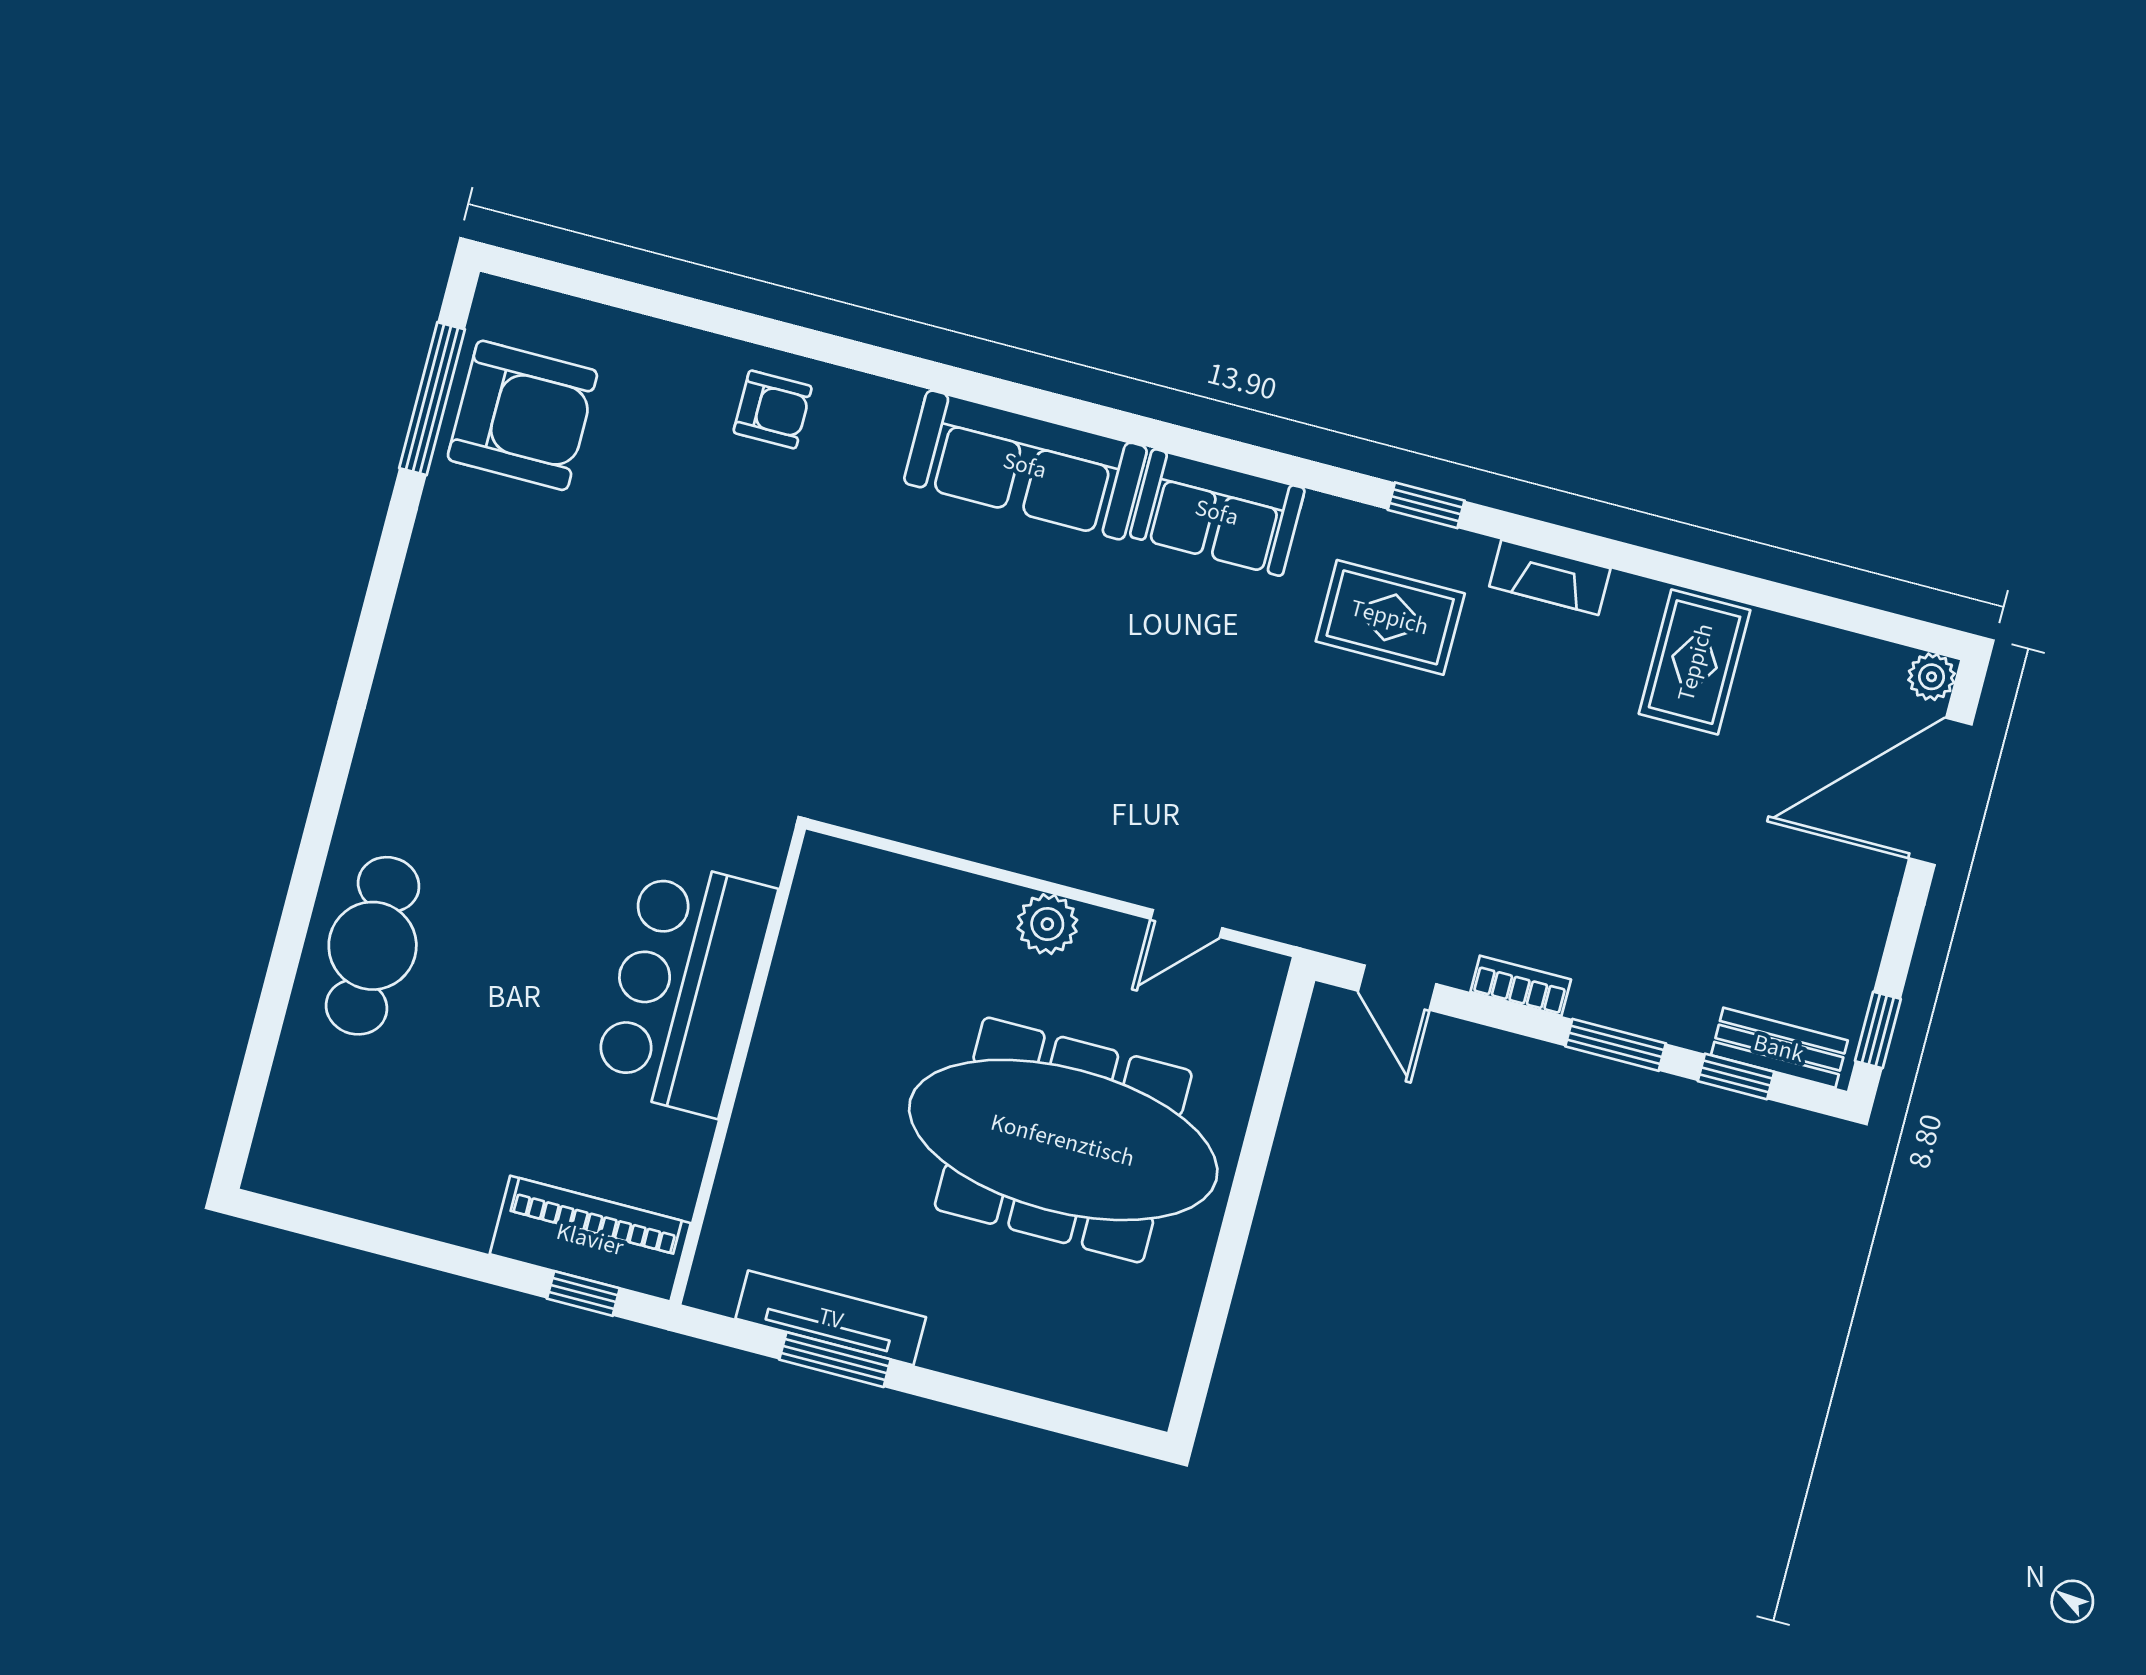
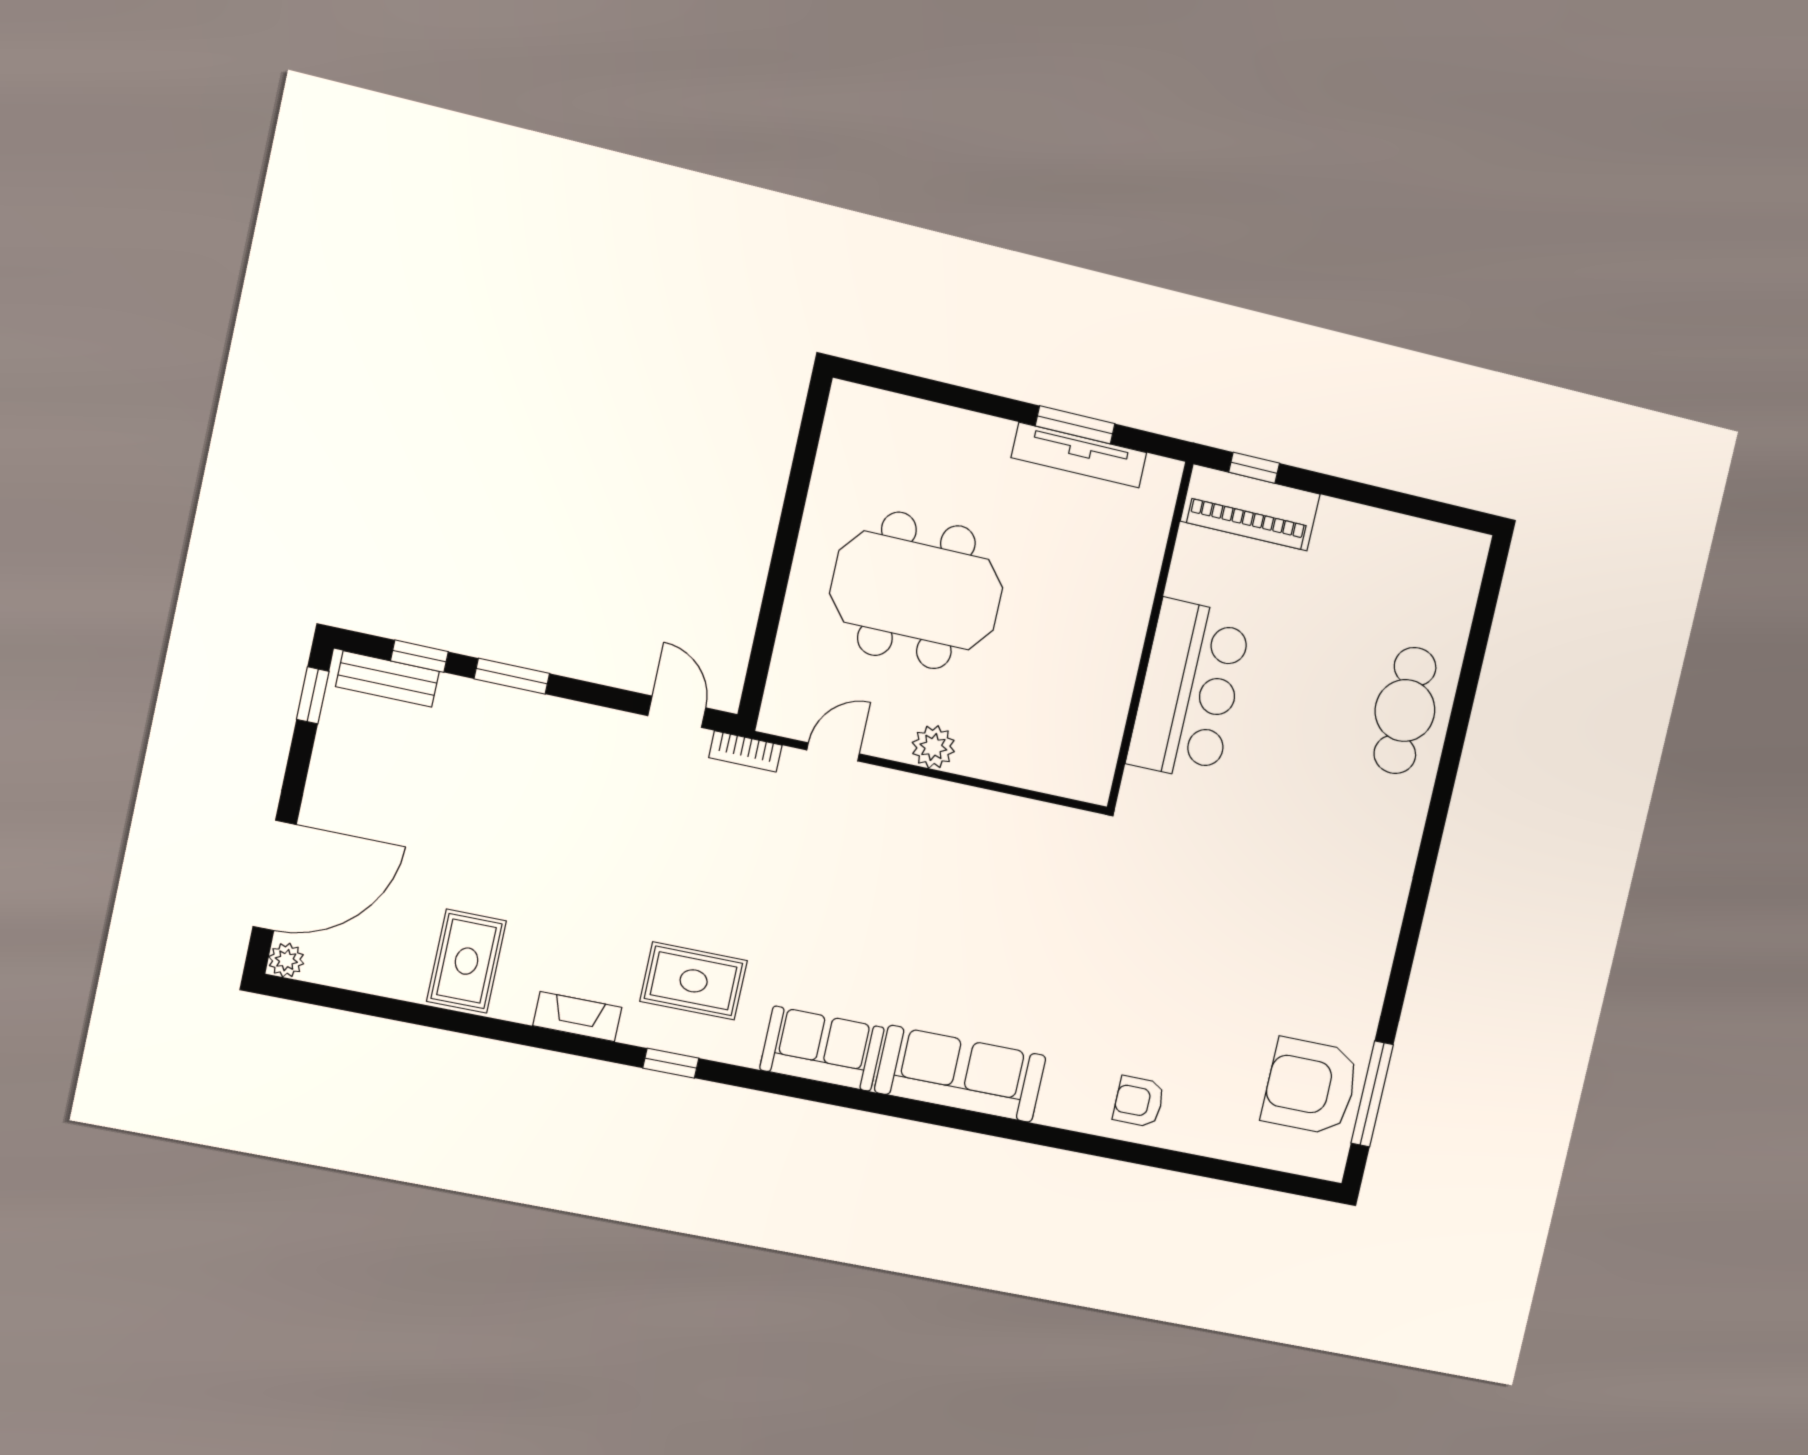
bookcase: (1521, 986) -> (745, 751), moved
meeting table: (1063, 1140) -> (916, 591), width x0.73

